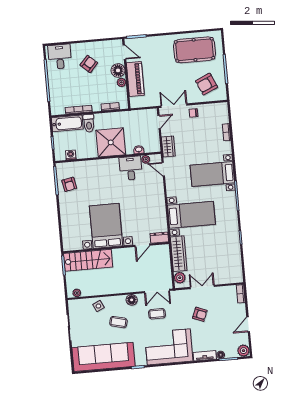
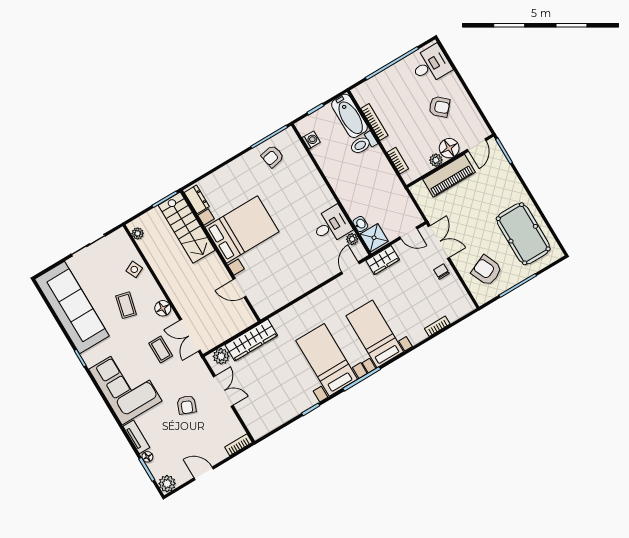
shower: (111, 142) -> (374, 238), moved, width x0.54, depth x0.54
bed with nightstands: (191, 215) -> (327, 360), moved, turned 180
dresser: (159, 238) -> (197, 199), moved

